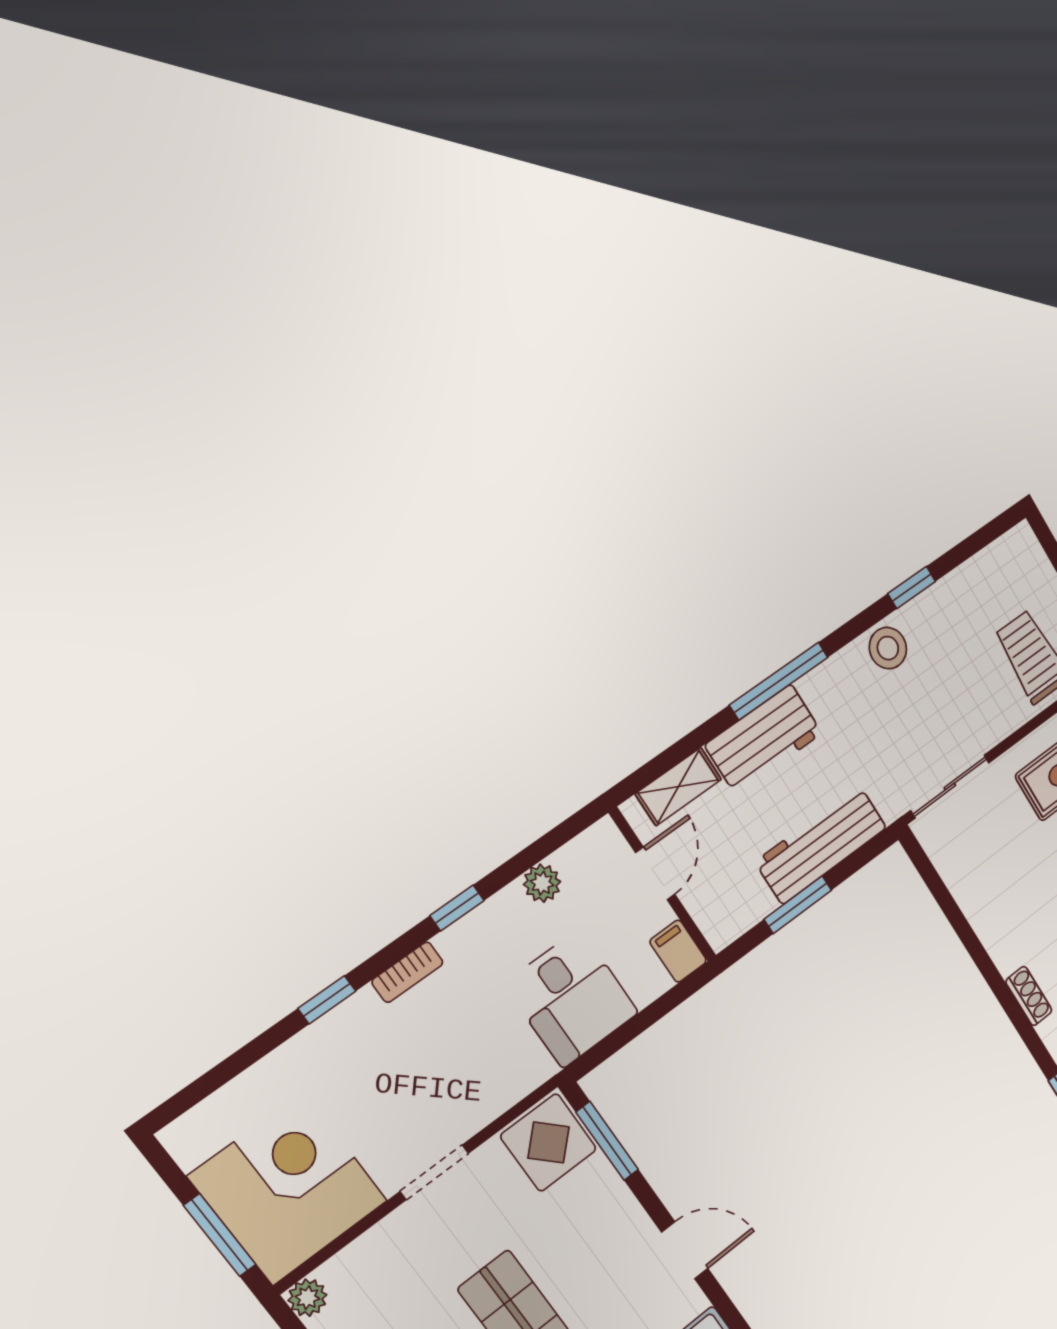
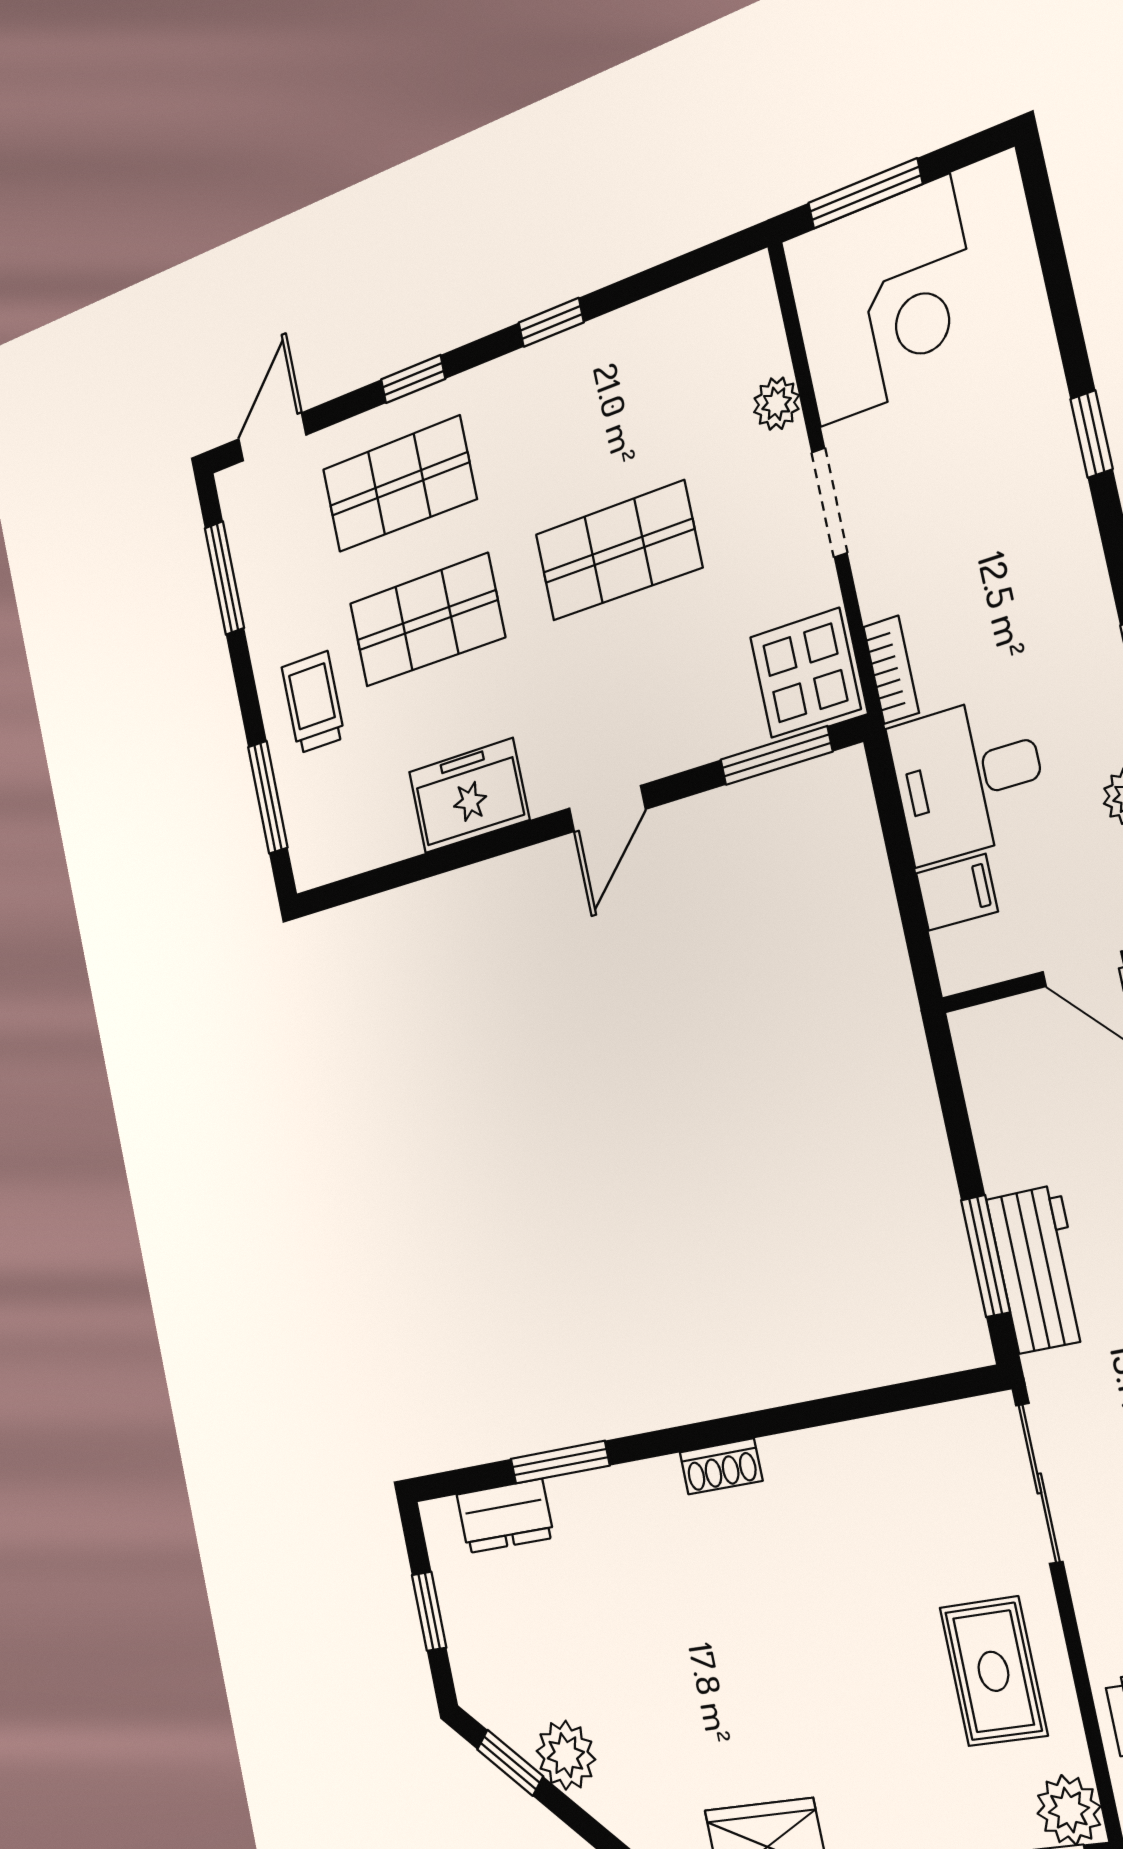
workbench: (821, 845) -> (1039, 1269), width x0.73
window: (798, 905) -> (986, 1256), moved
filing cabinet: (678, 951) -> (957, 892), moved
bookcase: (407, 972) -> (891, 670), moved, turned 180
plant: (307, 1298) -> (776, 404), moved

